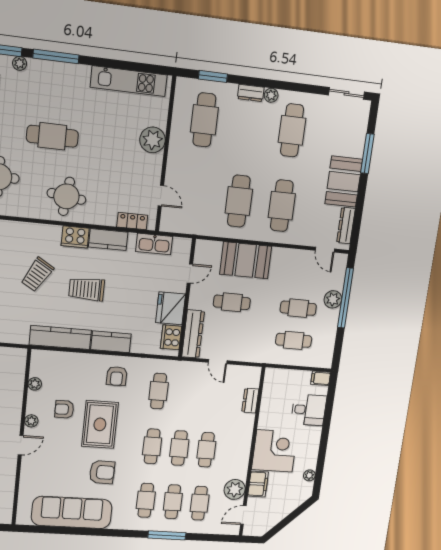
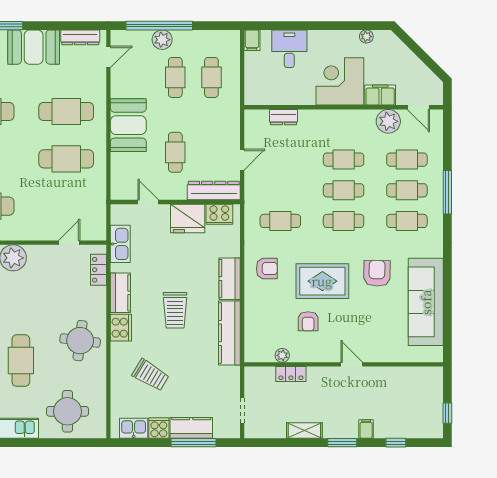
booth: (246, 260) -> (128, 125), moved
trolley: (37, 275) -> (151, 375), moved
locker: (16, 390) -> (291, 374), added
plant: (31, 421) -> (324, 355), removed

